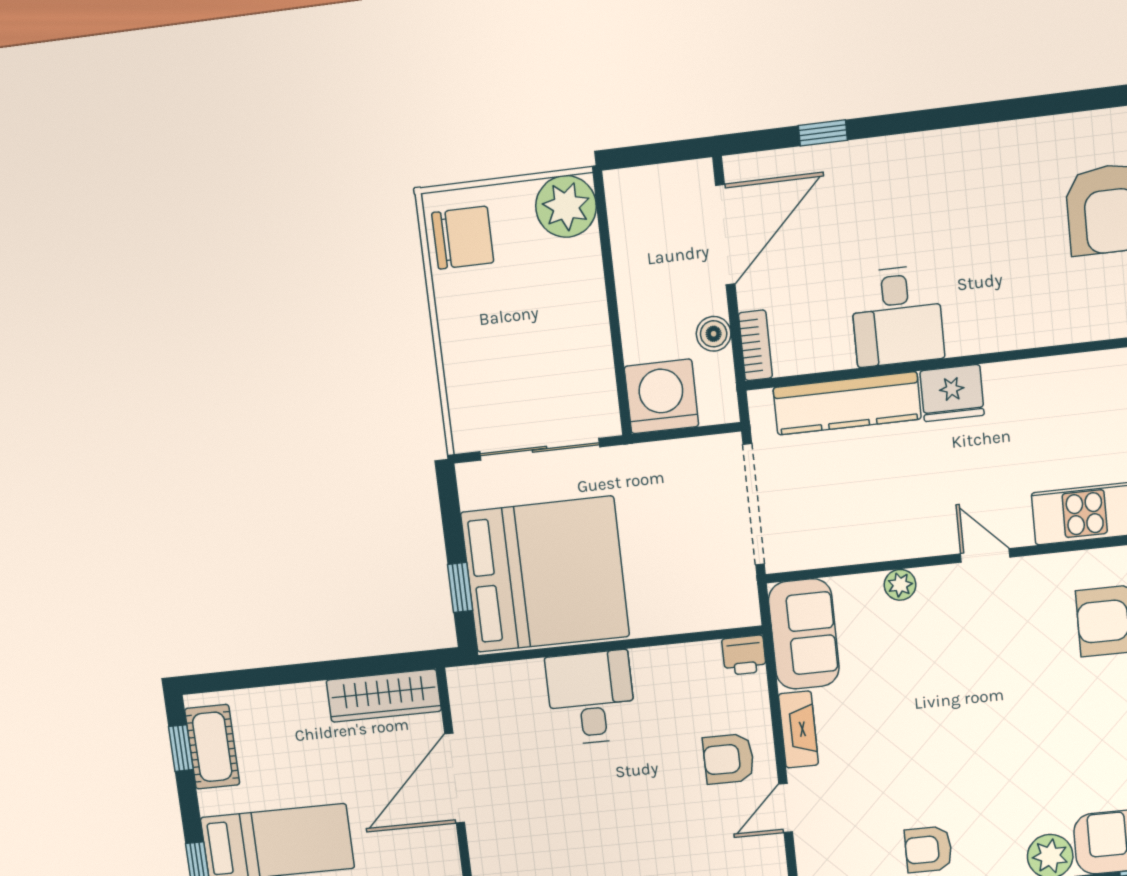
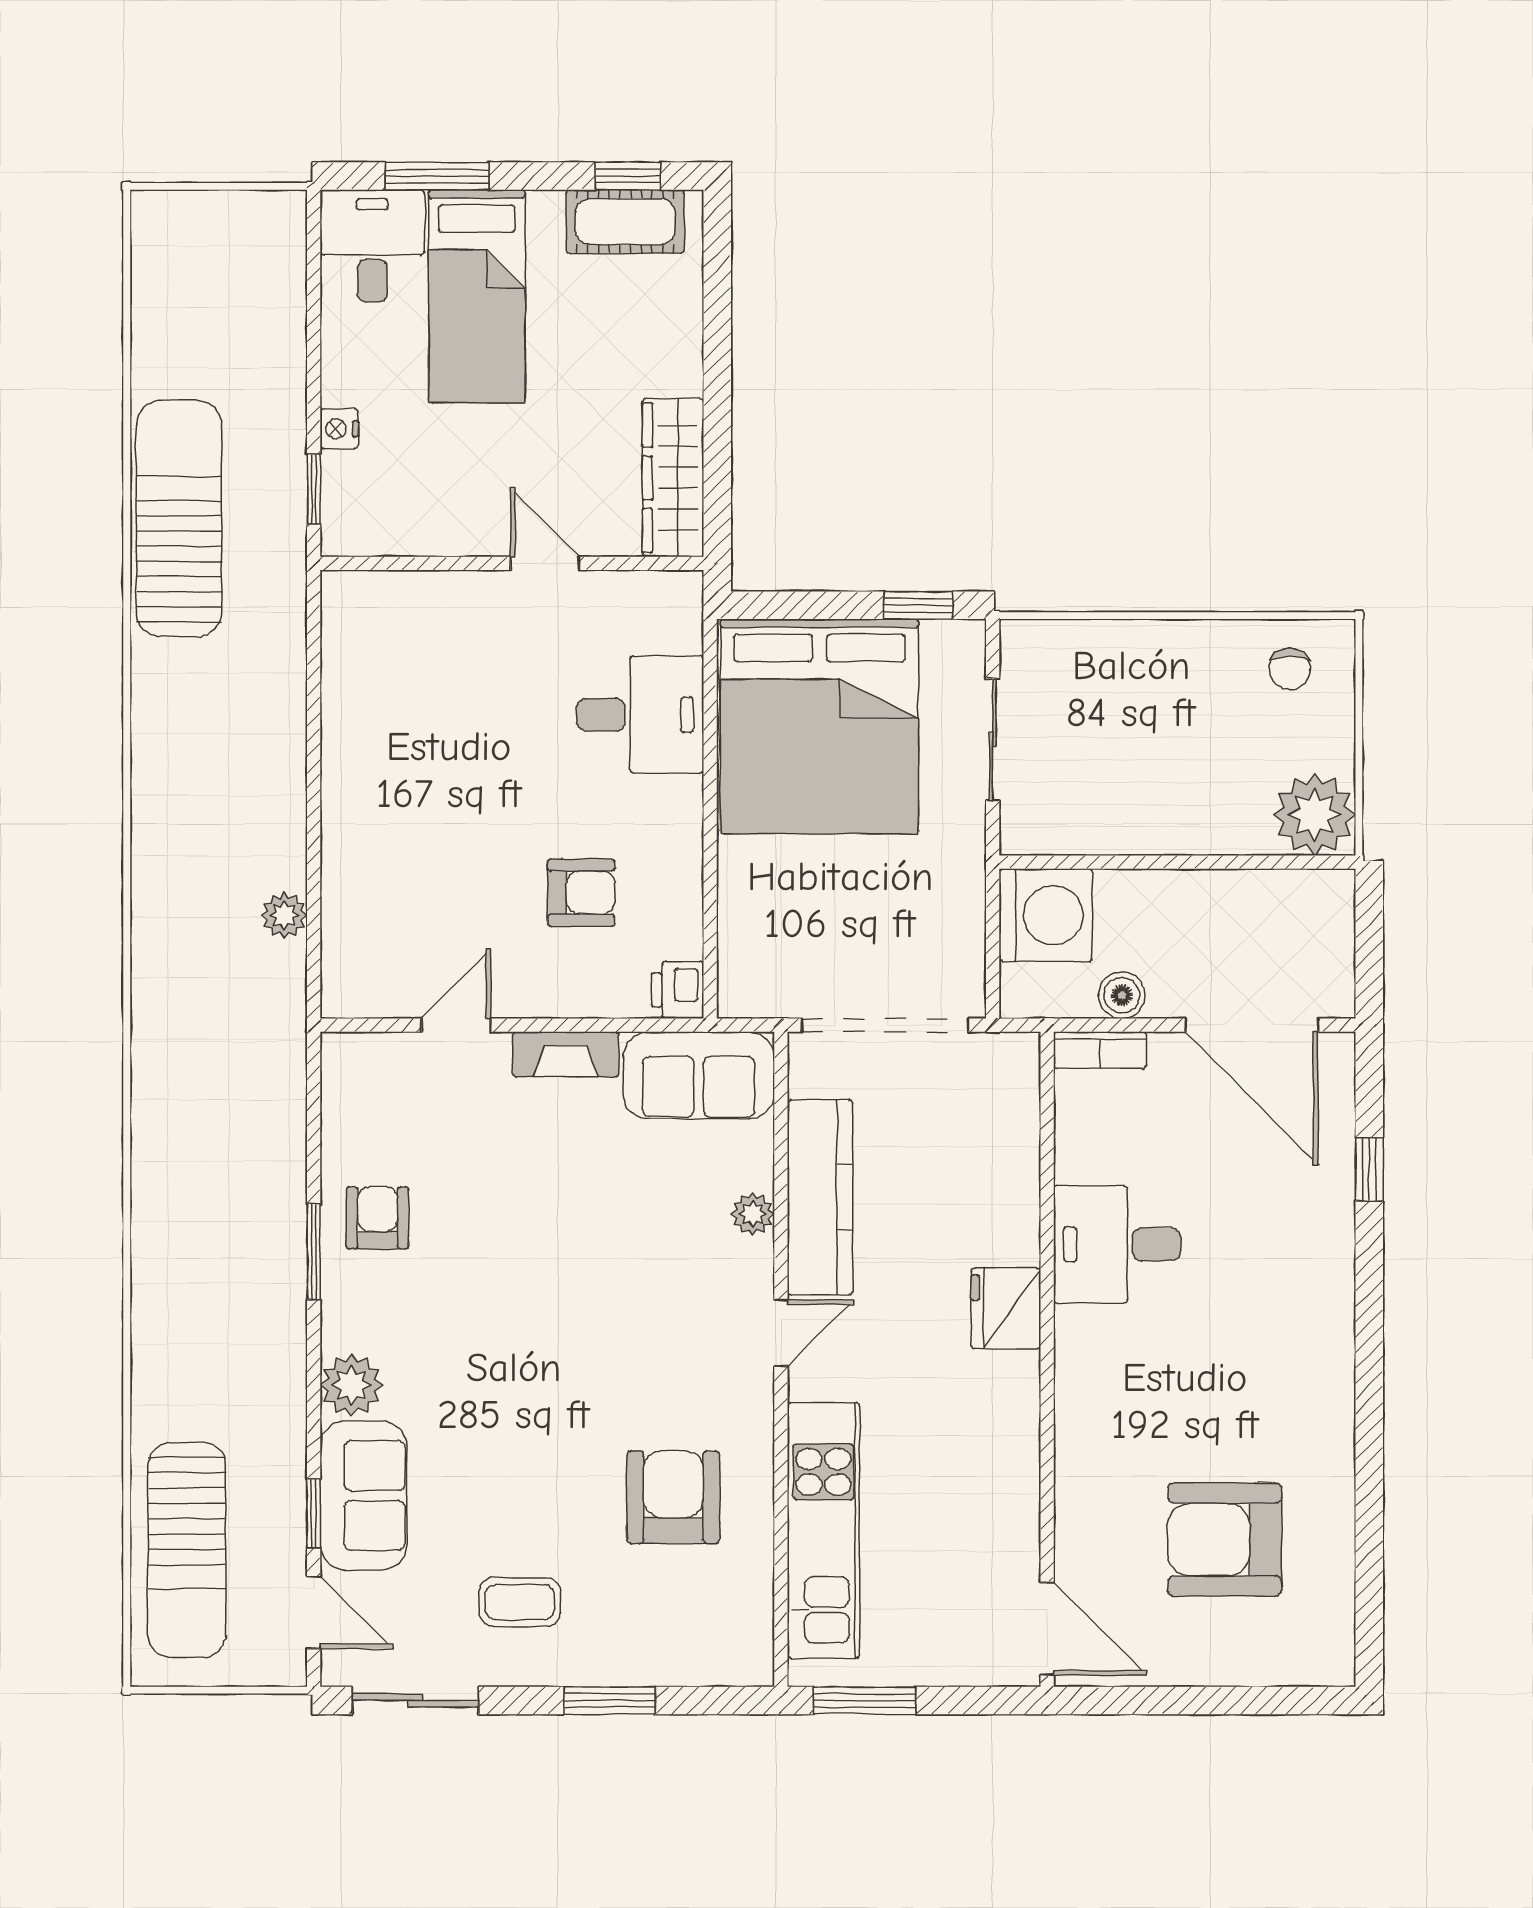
chair: (463, 238) -> (1290, 669), width x0.54, depth x0.54
kitchen counter: (847, 403) -> (820, 1197), moved, turned 180
sliding door: (540, 449) -> (993, 739), width x0.73
window: (460, 587) -> (918, 605), moved
desk: (591, 698) -> (640, 715), moved
armchair: (729, 759) -> (581, 893), moved, turned 90
door: (455, 778) -> (545, 563), width x0.53
door: (786, 808) -> (456, 1025), hinge flipped

